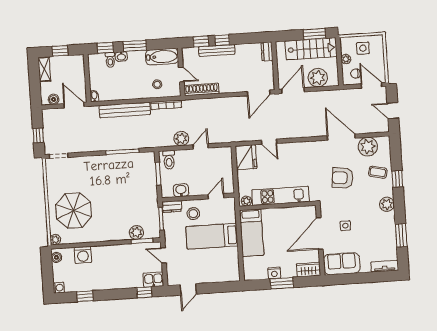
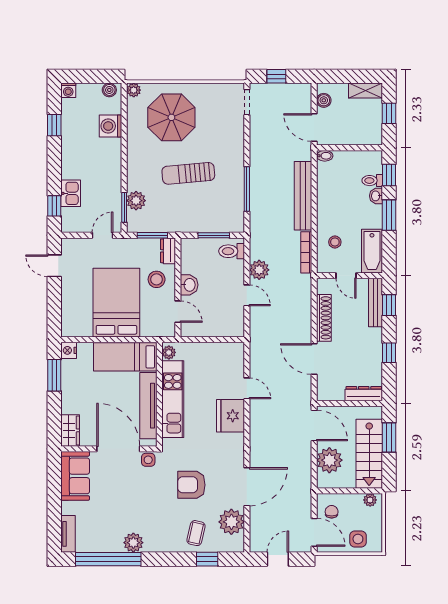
window: (314, 34) -> (389, 437), moved
window: (222, 40) -> (389, 353), moved
side table: (363, 48) -> (358, 539), moved
bench: (217, 50) -> (375, 303), moved
dresser: (267, 52) -> (364, 394), width x1.44
plant: (346, 59) -> (370, 500), moved
door: (181, 74) -> (346, 276), hinge flipped
door: (372, 85) -> (314, 532), hinge flipped
shoe rack: (201, 89) -> (324, 318), moved
door: (259, 93) -> (314, 359), moved
door: (74, 105) -> (314, 127), swing flipped
door: (269, 142) -> (247, 388), swing flipped
fridge: (246, 157) -> (231, 416), moved, turned 90
armchair: (343, 178) -> (191, 485), turned -97
window: (397, 179) -> (207, 559), moved
washbasin: (181, 190) -> (189, 285), moved
sun lounger: (114, 195) -> (188, 173), added
plant: (387, 204) -> (133, 543), moved
tv unit: (286, 213) -> (148, 406), added
side table: (345, 226) -> (148, 460), moved
window: (401, 235) -> (108, 559), width x2.11
bed: (212, 236) -> (116, 303), width x1.50
nightstand: (274, 273) -> (69, 350), moved
kitchen sink: (153, 280) -> (71, 193), moved
window: (282, 283) -> (54, 375), moved

